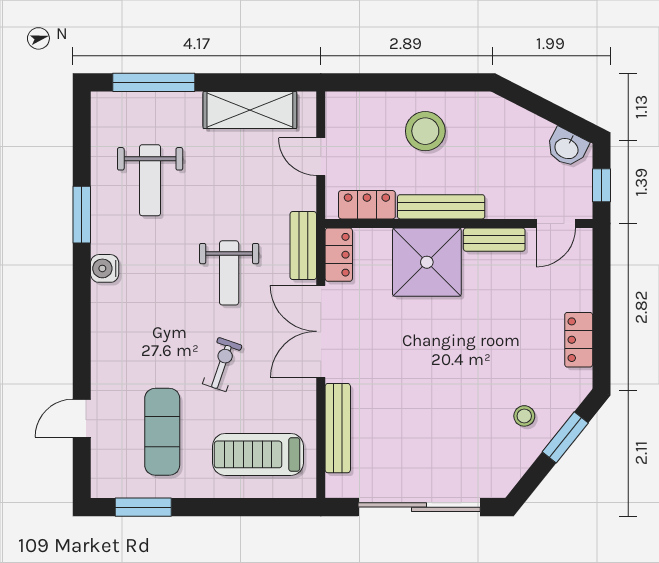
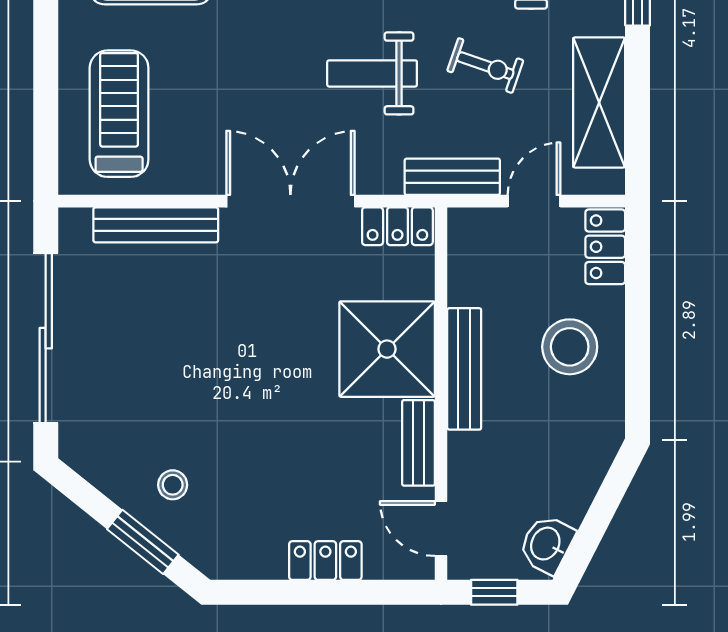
locker: (367, 205) -> (605, 247), moved, turned 180
bench: (303, 246) -> (452, 177), moved
locker: (579, 340) -> (325, 561), moved
exercise bike: (222, 365) -> (485, 66), moved

